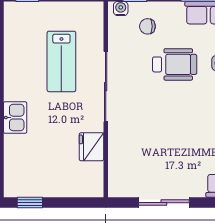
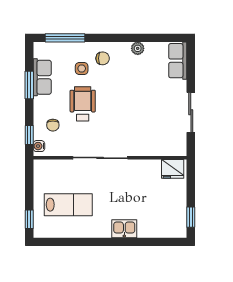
lab bench: (61, 61) -> (68, 205), moved
fridge: (91, 147) -> (173, 169), moved

